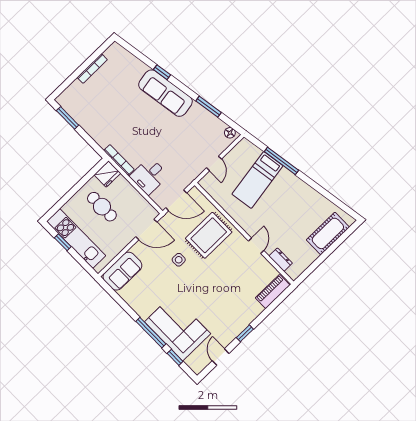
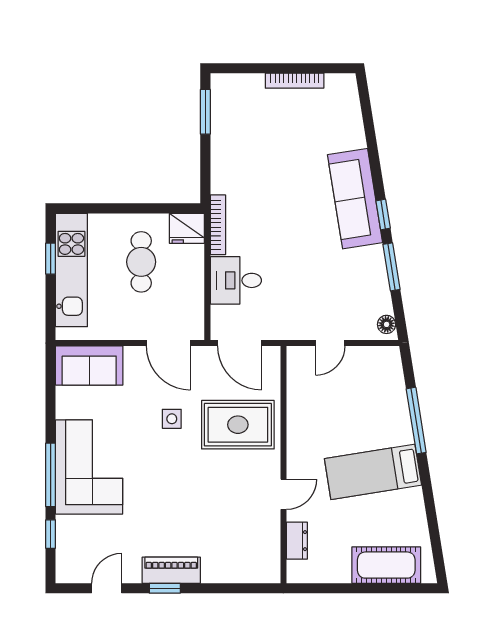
window: (162, 72) -> (383, 215), moved
bed: (257, 180) -> (373, 472), moved
piano: (273, 292) -> (171, 570), moved
corner sofa: (178, 328) -> (89, 467), moved

